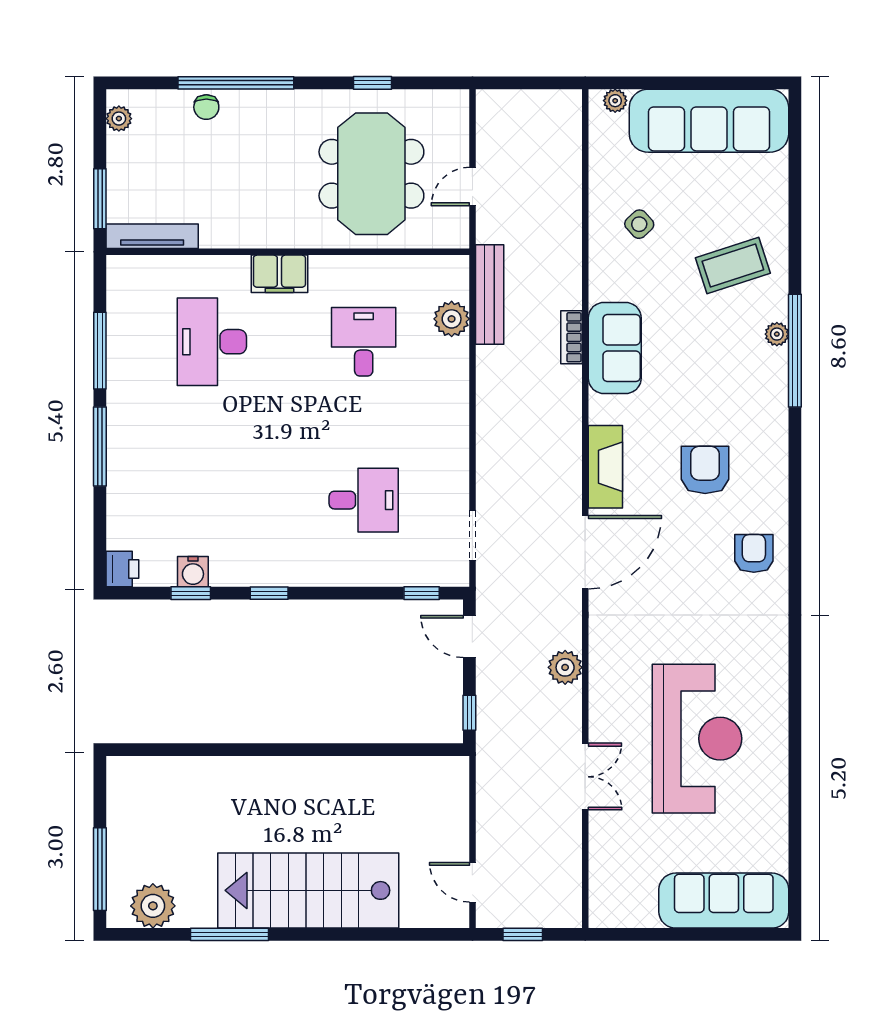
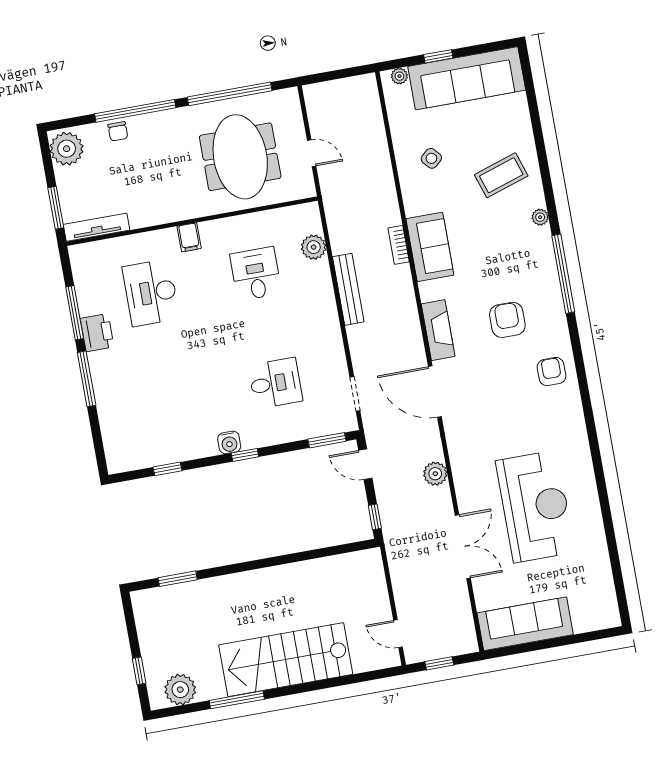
window: (372, 83) -> (230, 94), width x3.17
window: (675, 83) -> (438, 56), added
plant: (119, 119) -> (67, 149), width x1.87, depth x1.87
door: (472, 187) -> (312, 153), swing flipped
filing cabinet: (279, 274) -> (189, 237), width x0.50
bench: (490, 294) -> (348, 289), moved
window: (795, 351) -> (563, 274), moved
door: (585, 552) -> (435, 392), swing flipped
printer: (122, 569) -> (97, 333), moved, width x1.36, depth x1.24
water cooler: (193, 572) -> (229, 442), moved
window: (269, 593) -> (245, 455), moved
window: (422, 593) -> (327, 440), width x1.50
window: (177, 750) -> (178, 579), added
double door: (585, 777) -> (463, 547), width x1.37
window: (100, 869) -> (139, 671), width x0.46
sofa: (724, 901) -> (525, 624), moved

